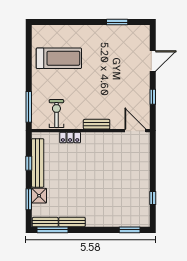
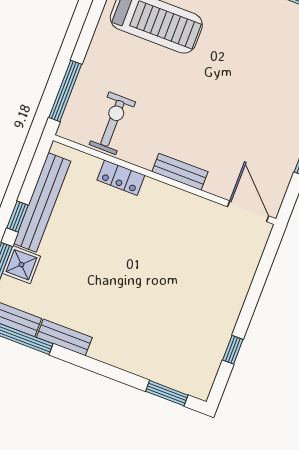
window: (29, 163) -> (17, 217), moved

